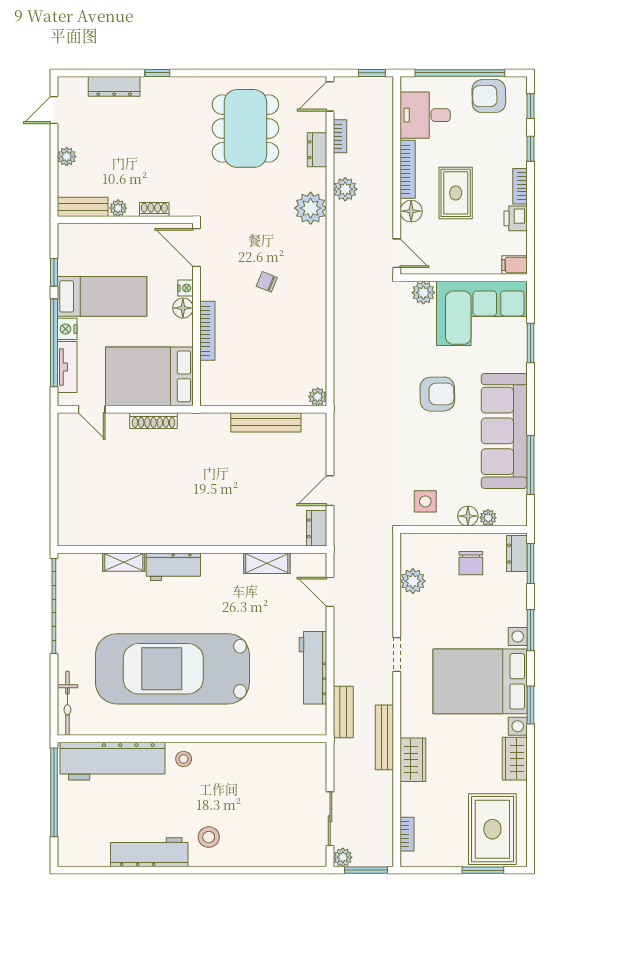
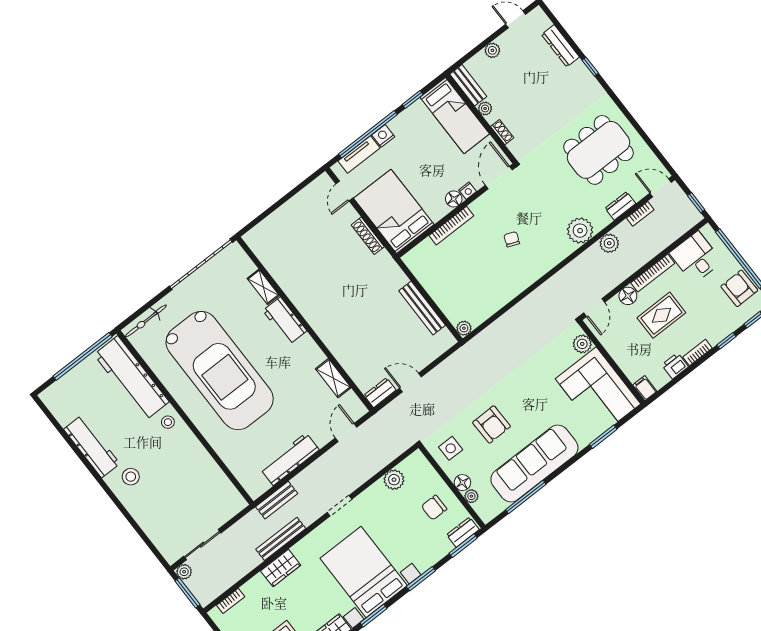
bed: (102, 296) -> (455, 116), moved
armchair: (437, 394) -> (492, 424), moved
car: (172, 669) -> (220, 371), turned 180

